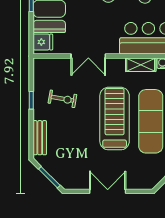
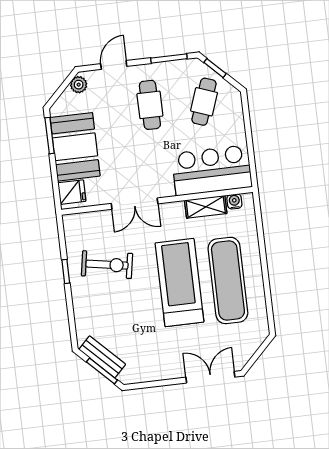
exercise bike: (62, 99) -> (107, 265), width x1.38, depth x1.39
bench: (40, 138) -> (102, 357), moved, turned -45
double door: (108, 191) -> (210, 377), moved

